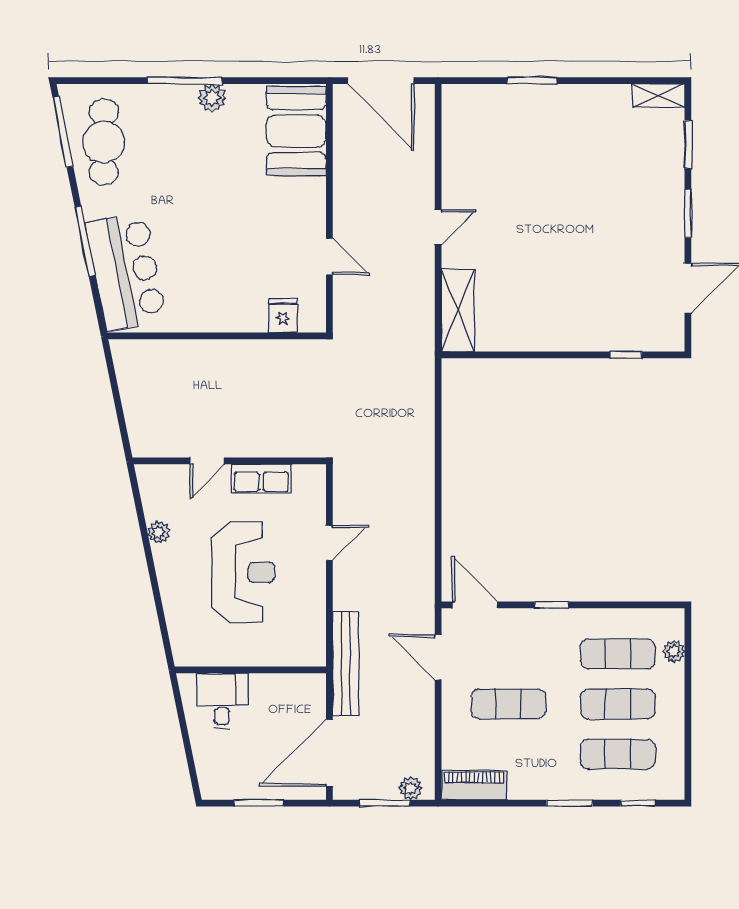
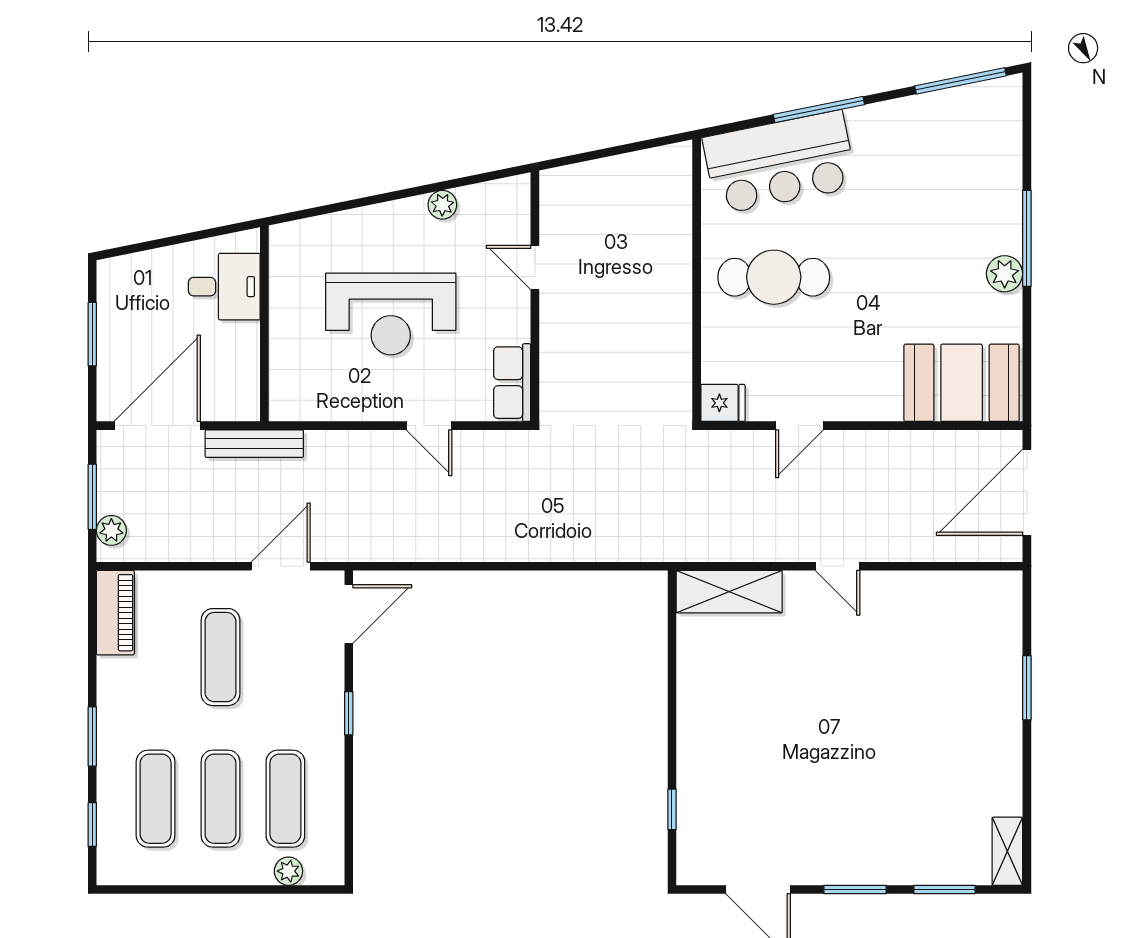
cafe table: (104, 142) -> (774, 277), moved
fridge: (283, 316) -> (723, 403), moved
row of seats: (261, 478) -> (512, 383), moved
bench: (346, 664) -> (254, 444), width x0.73, depth x0.82
door: (329, 753) -> (157, 426), hinge flipped

